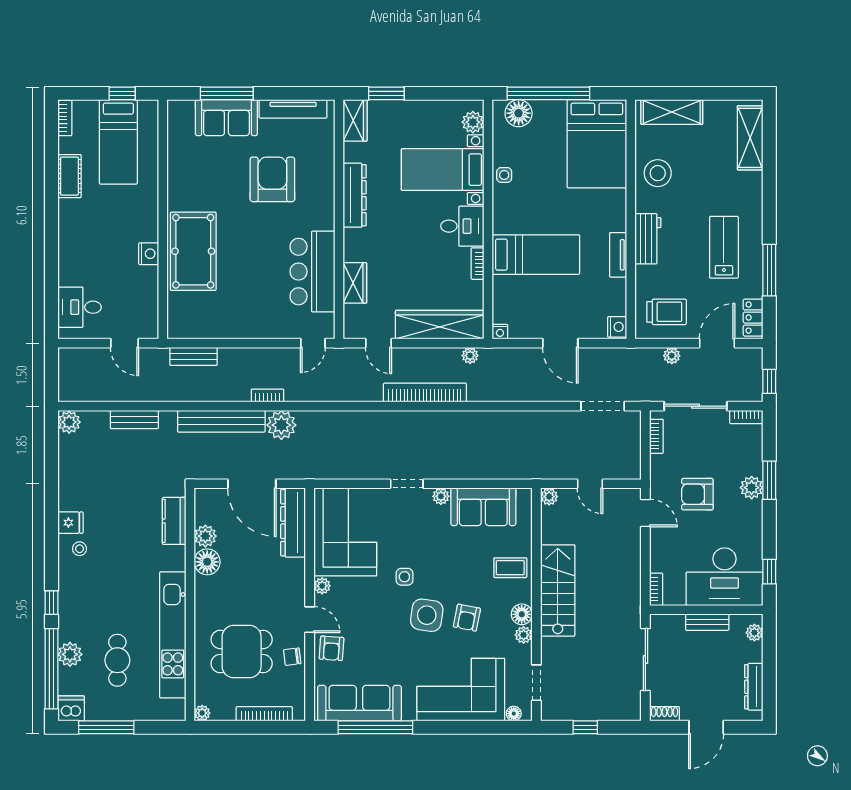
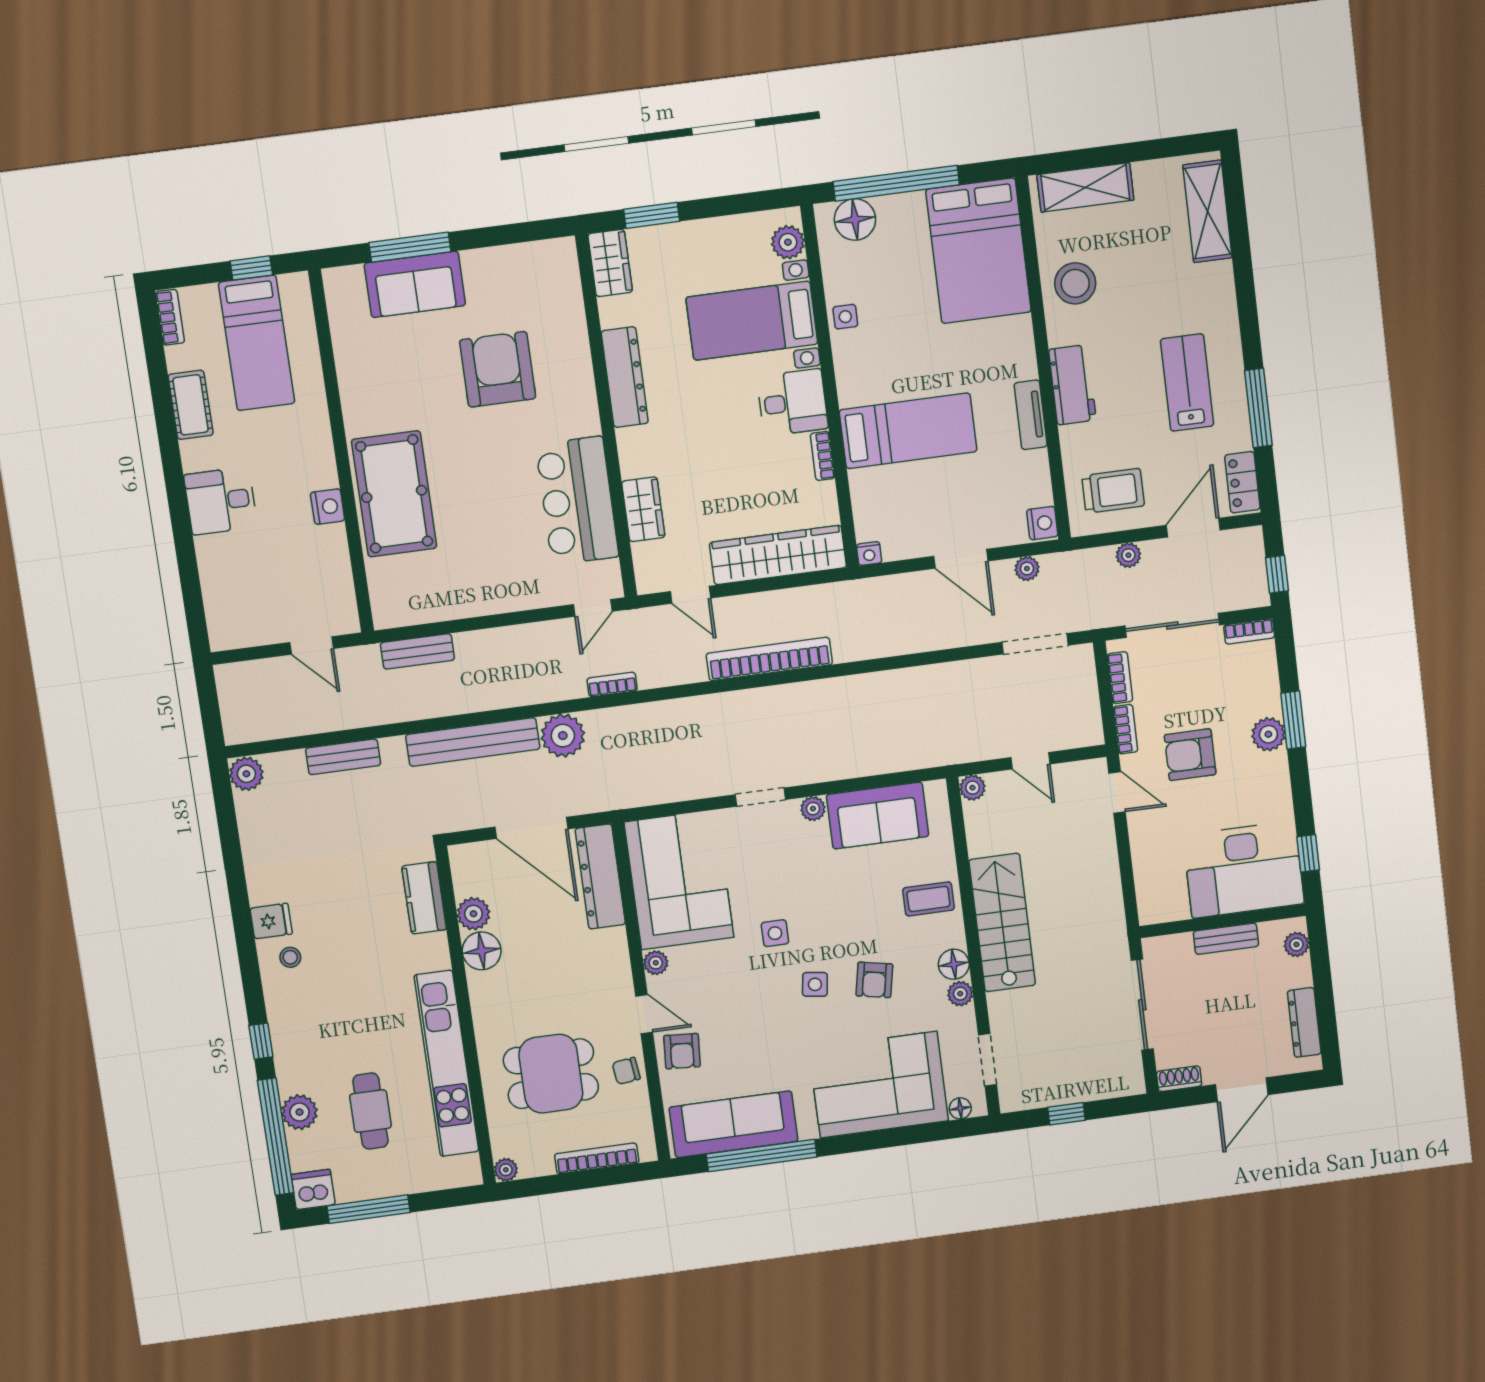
tv unit: (293, 109) -> (514, 258), removed
desk: (80, 307) -> (221, 501), moved
plant: (470, 356) -> (1027, 569), moved
bookcase: (267, 395) -> (612, 684), moved
bookcase: (656, 589) -> (1125, 729), moved
side table: (427, 615) -> (815, 984), width x0.54, depth x0.54

